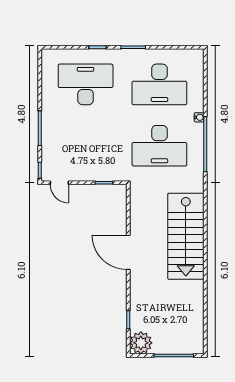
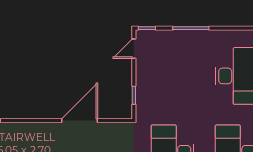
door: (128, 252) -> (79, 121), moved

